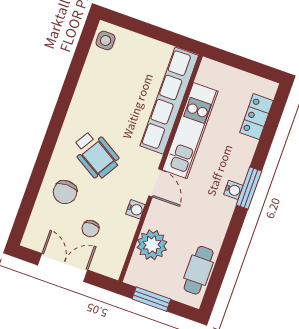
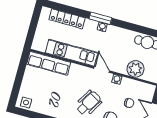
row of seats: (169, 101) -> (49, 63), width x0.73
locker: (256, 117) -> (67, 19), width x1.53
door: (155, 183) -> (102, 69), hinge flipped

